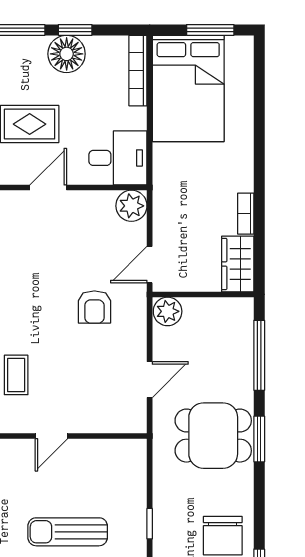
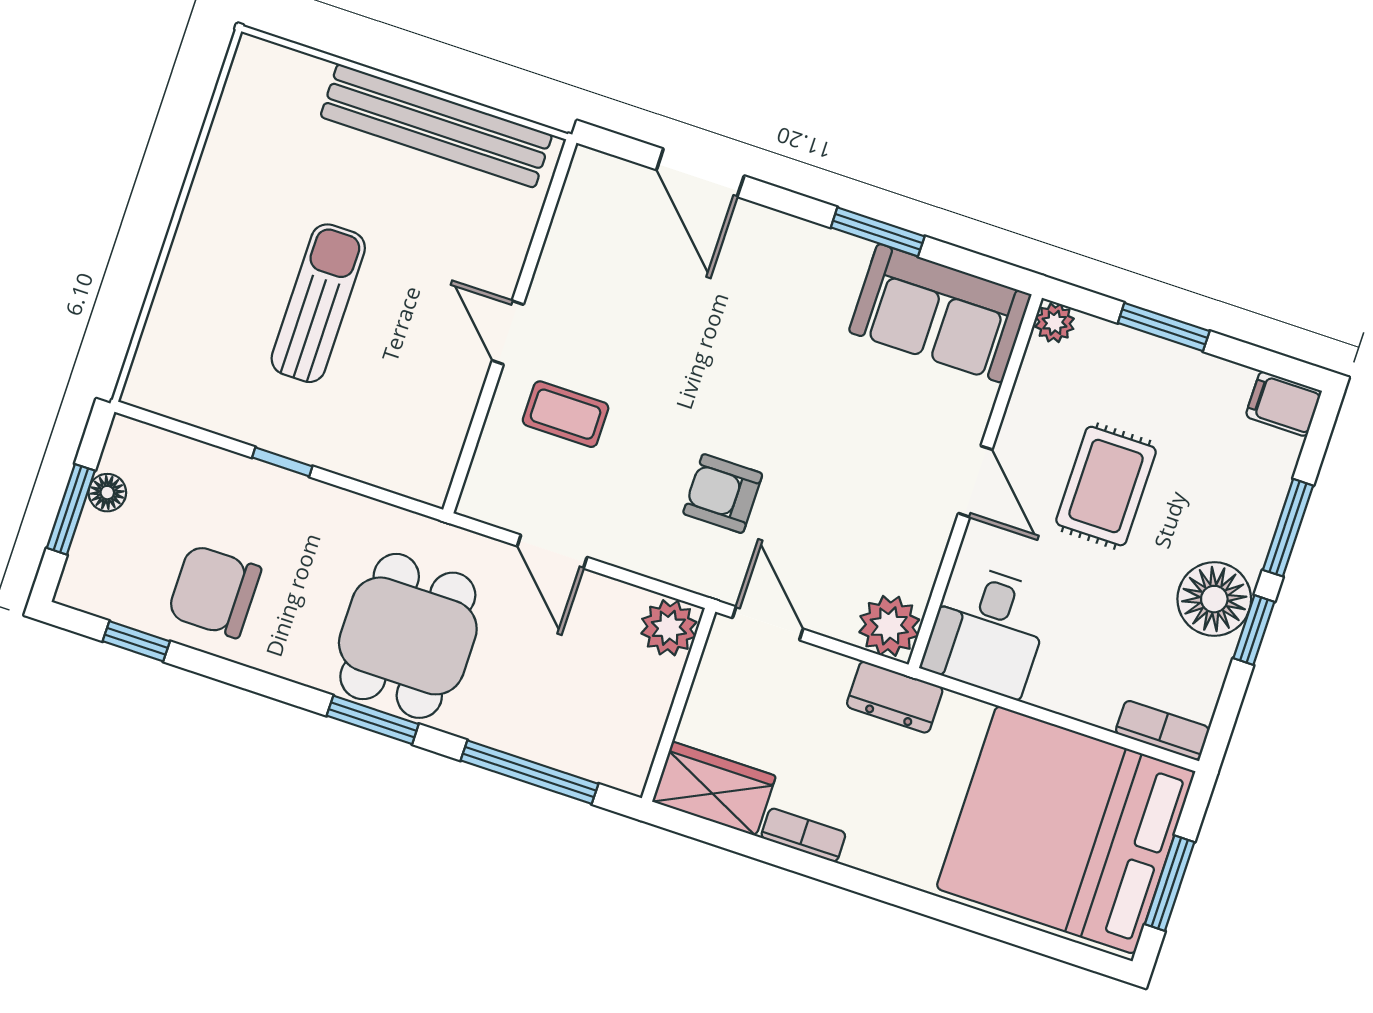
bookcase: (138, 71) -> (1162, 730), width x0.64
bed: (188, 88) -> (1066, 830), width x1.36
dresser: (165, 192) -> (895, 697), added
coffee table: (16, 375) -> (566, 414), moved

